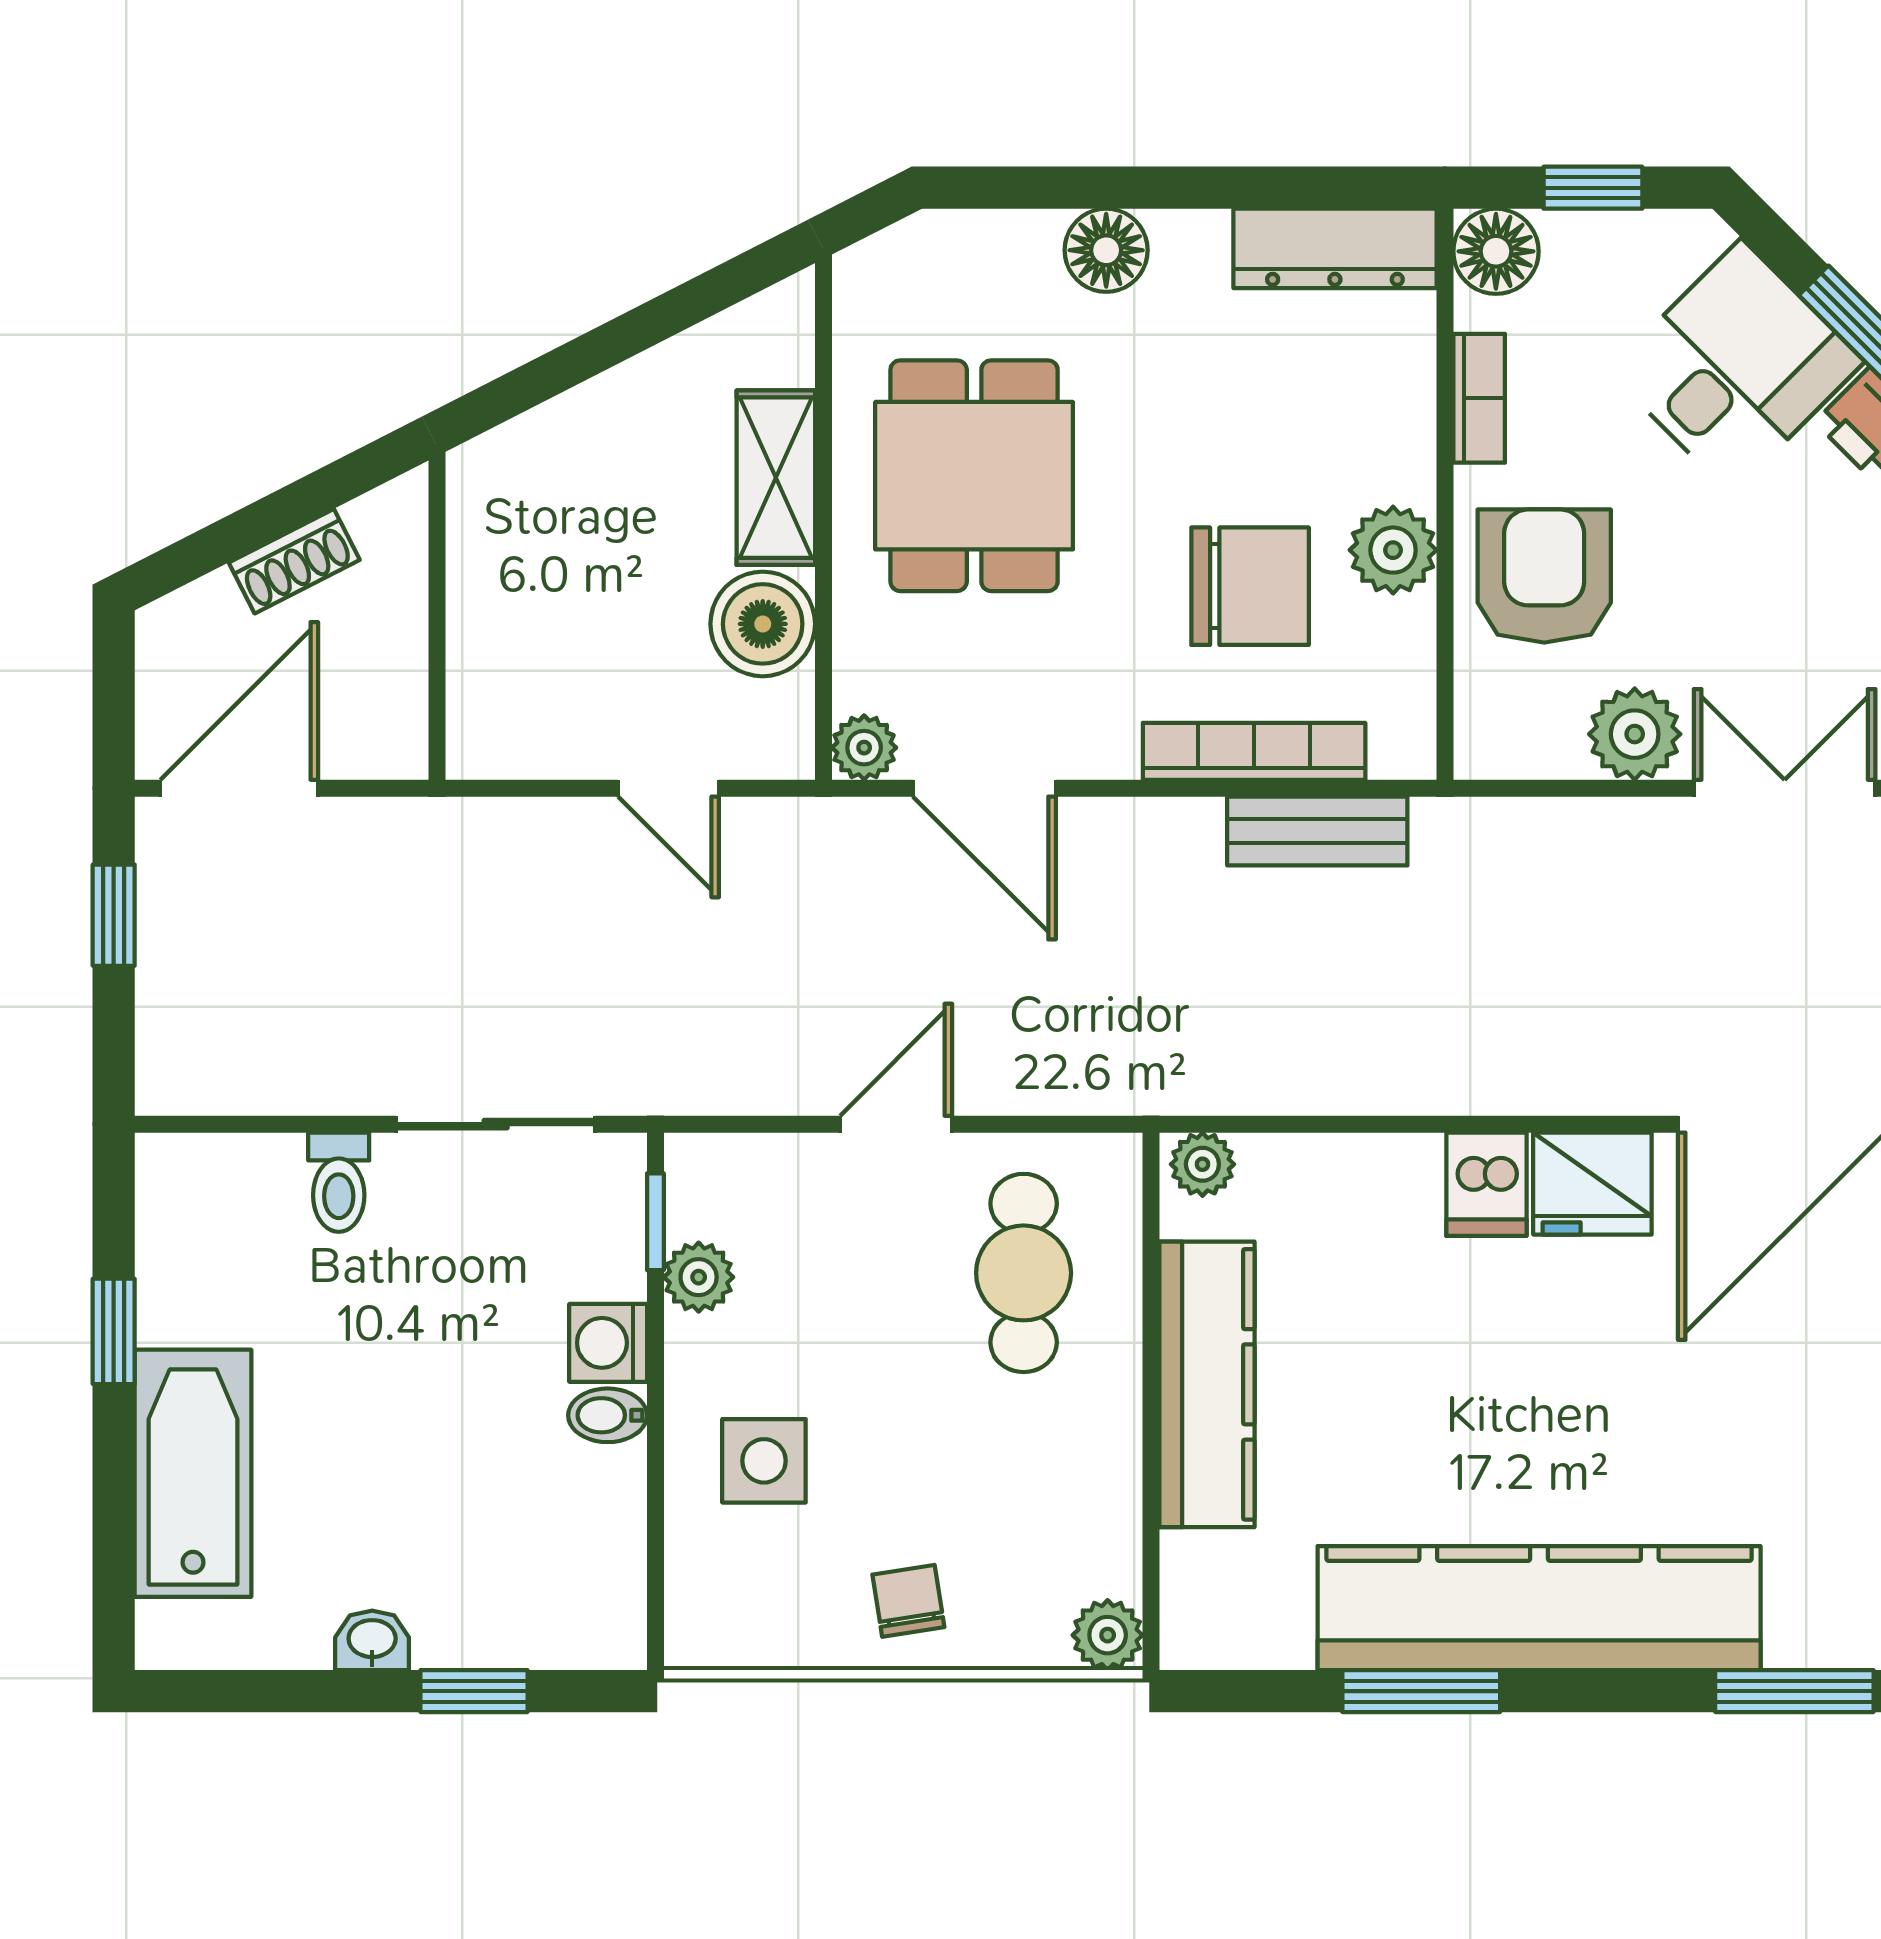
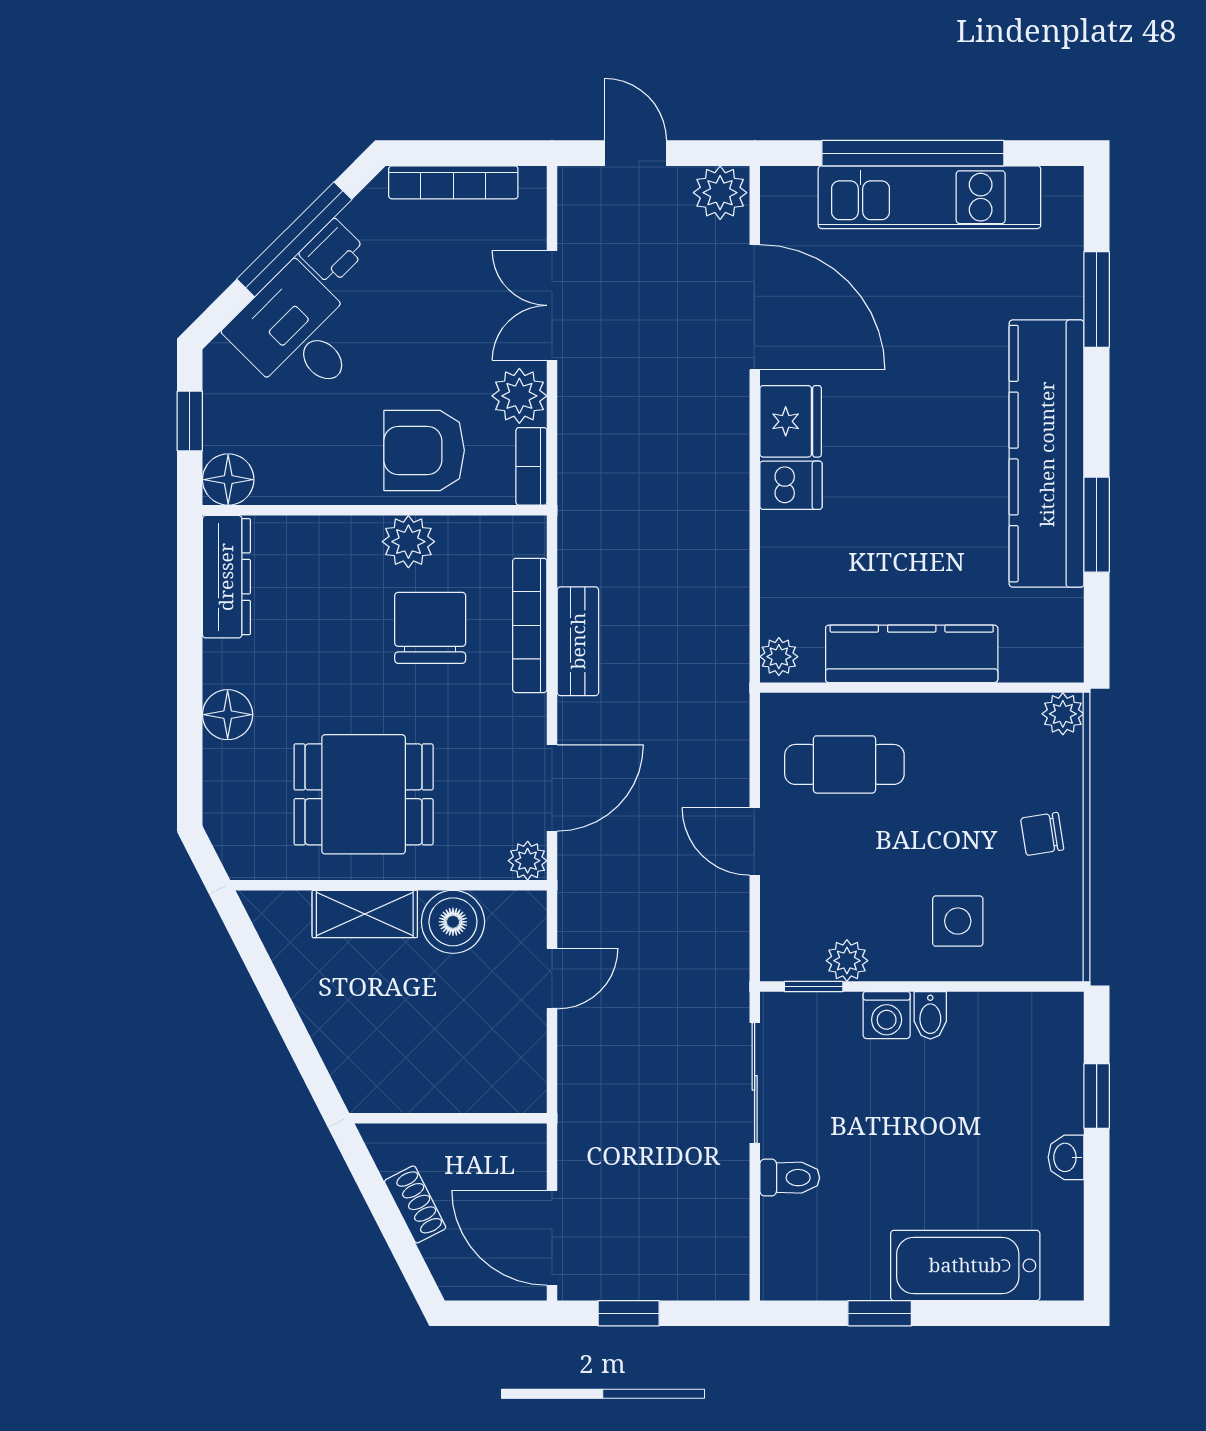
bookcase: (1479, 398) -> (531, 466), moved, turned -90
bench: (1317, 831) -> (578, 641), moved

